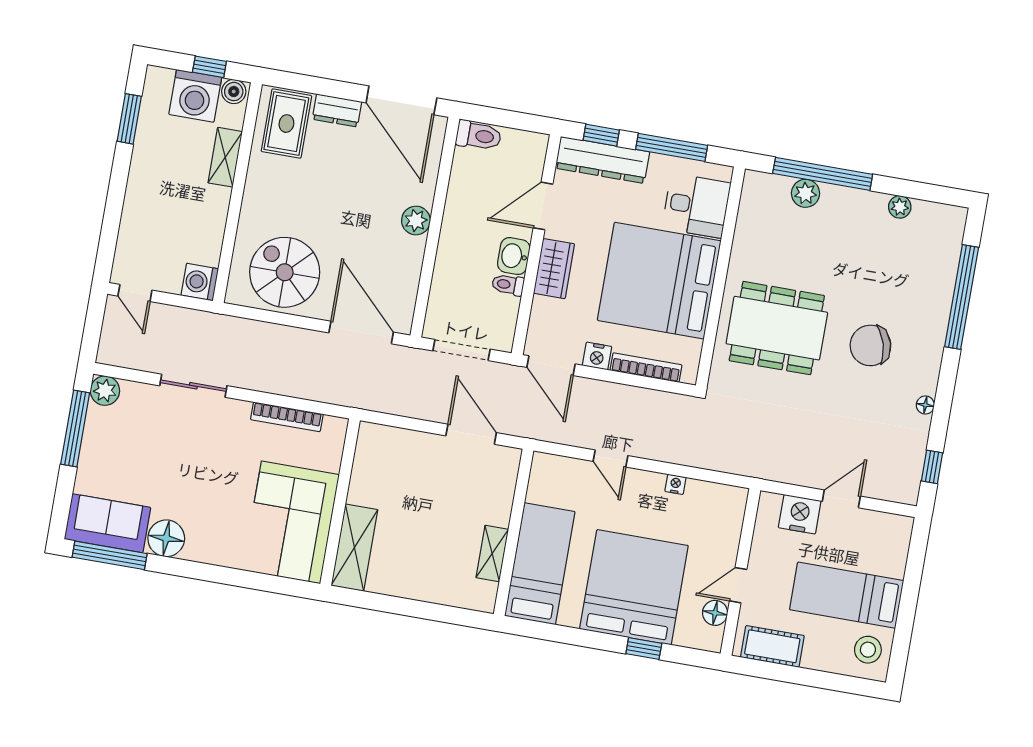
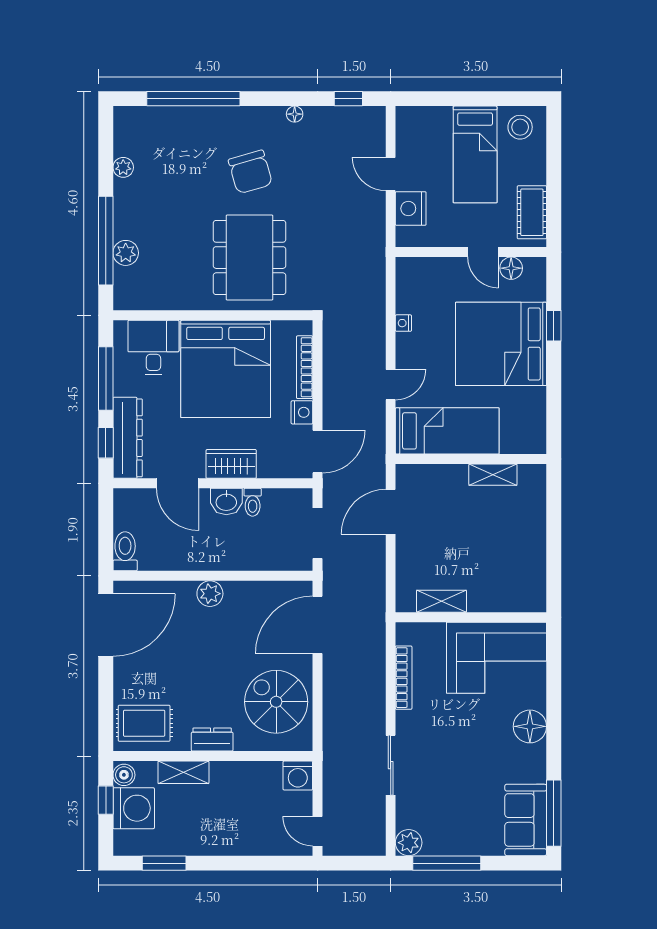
dresser: (337, 110) -> (212, 739), moved, turned -90
spiral stairs: (285, 272) -> (276, 702), turned 90
door: (135, 293) -> (318, 831), swing flipped
floor lamp: (166, 538) -> (530, 726), moved
shelving: (354, 548) -> (441, 601), moved, width x0.67, depth x0.75
bed: (540, 564) -> (447, 431), moved, turned 180

